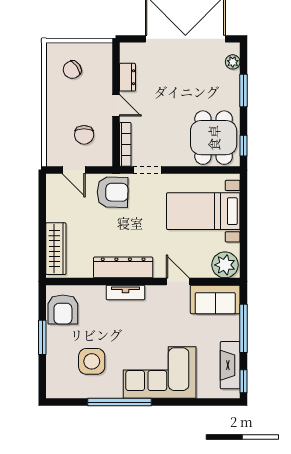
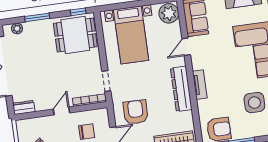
dresser: (127, 77) -> (24, 107), moved
armchair: (113, 192) -> (136, 112), moved

